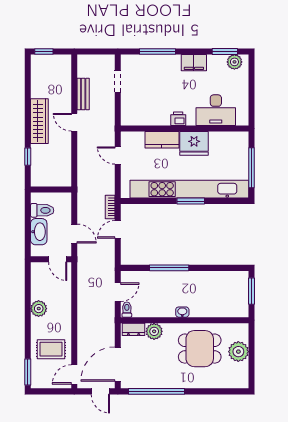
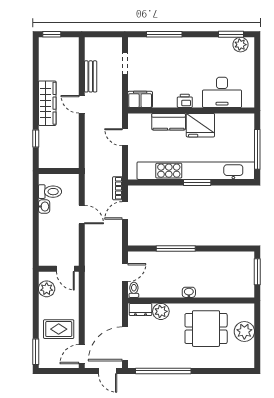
filing cabinet: (194, 63) -> (140, 99), moved, turned 180
washbasin: (39, 232) -> (44, 206), width x0.52, depth x0.69
wall: (51, 259) -> (59, 269), moved
door: (58, 259) -> (65, 269), moved

